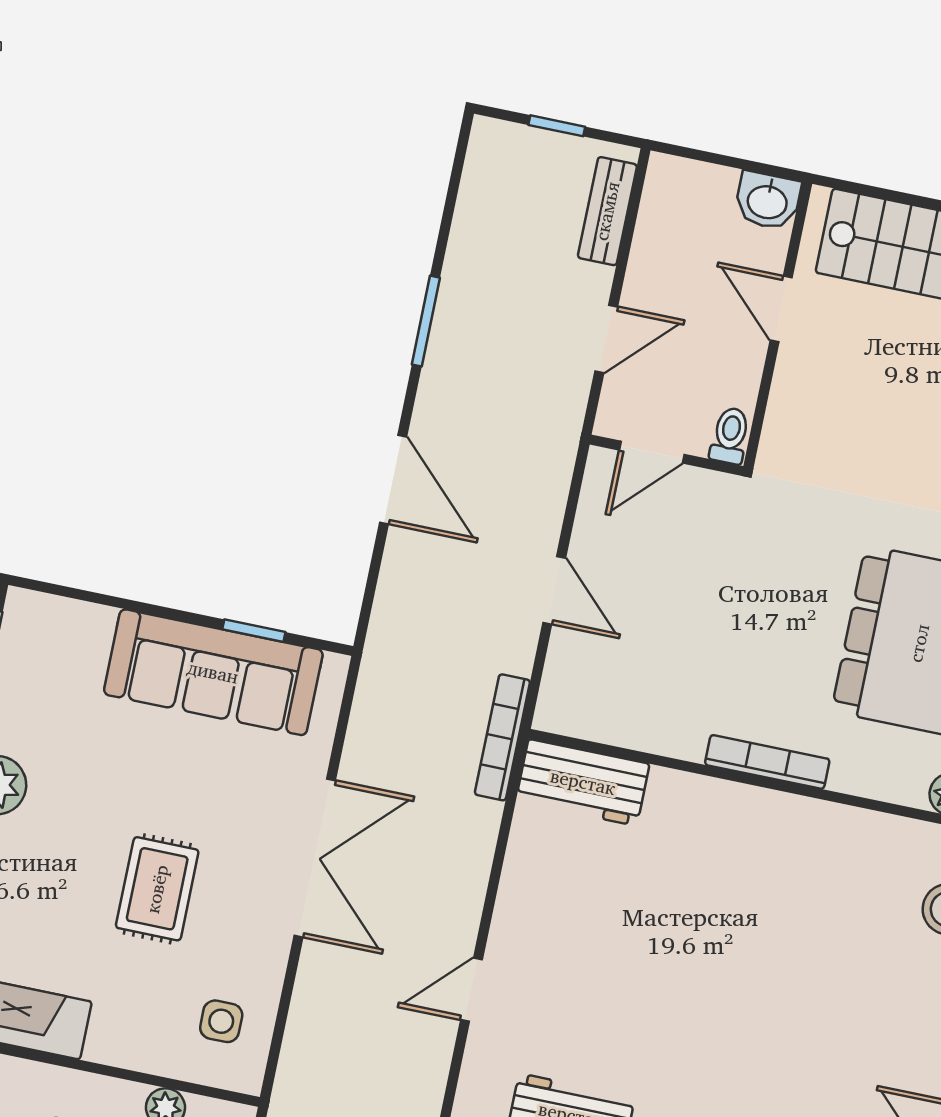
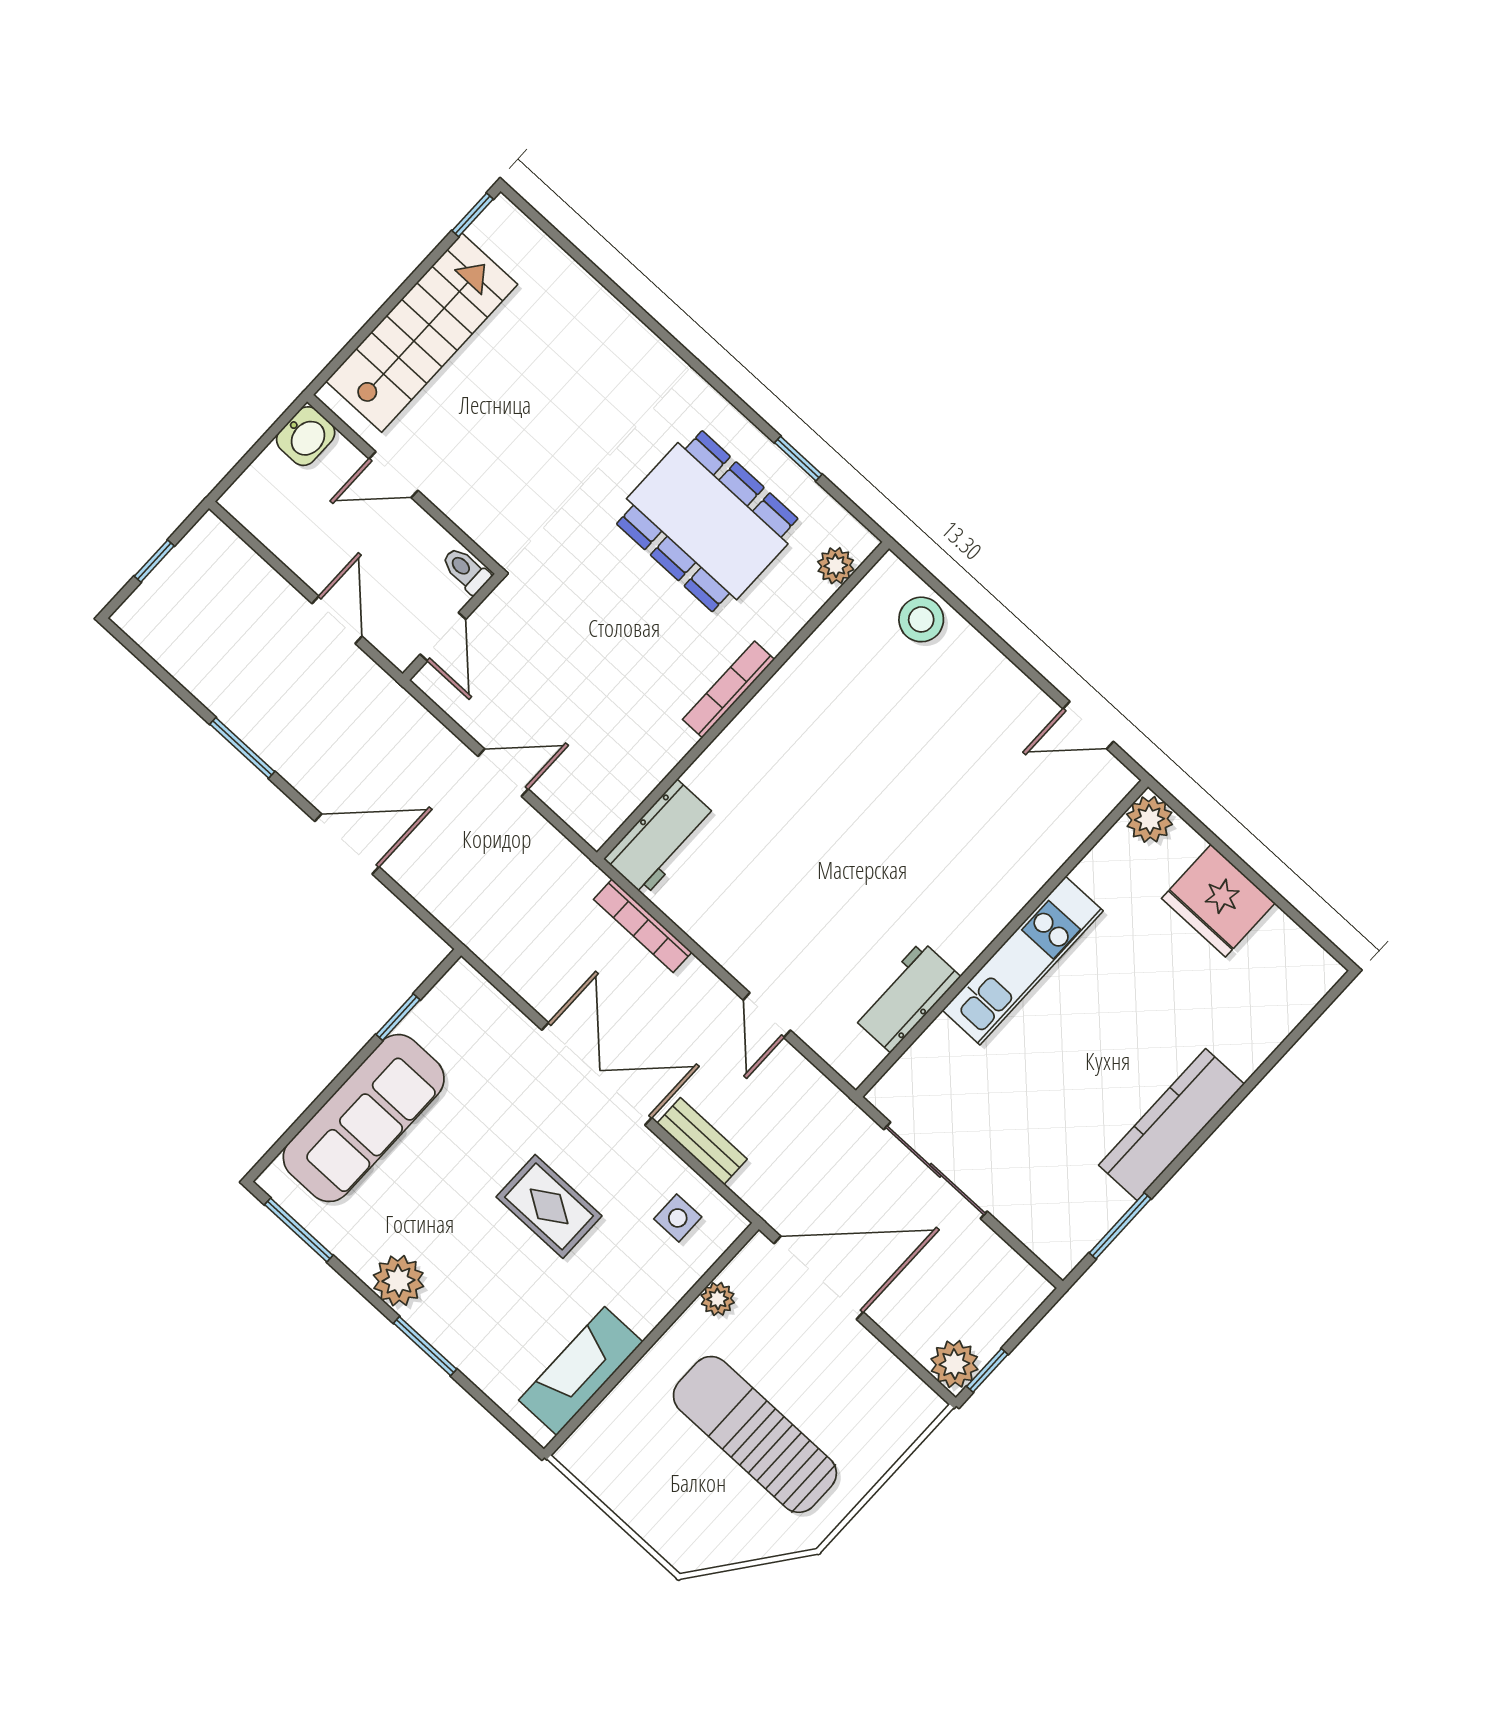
bench: (607, 211) -> (702, 1141), moved
sofa: (213, 672) -> (364, 1118), moved
bookcase: (502, 737) -> (643, 926), moved

